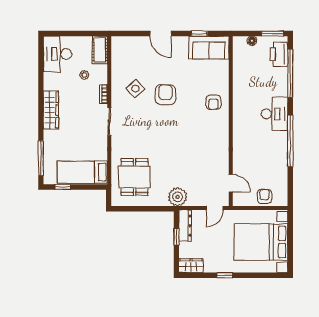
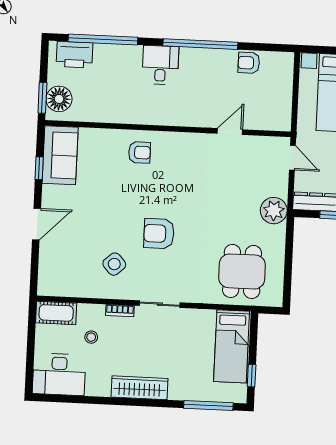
window: (272, 34) -> (42, 98), moved
floor lamp: (252, 41) -> (59, 99), width x1.89, depth x1.89
armchair: (165, 95) -> (159, 234), moved
desk: (274, 114) -> (160, 65), width x0.73
dining table: (135, 177) -> (242, 271), turned 90
door: (231, 183) -> (230, 132), moved
armchair: (265, 196) -> (249, 63), moved

